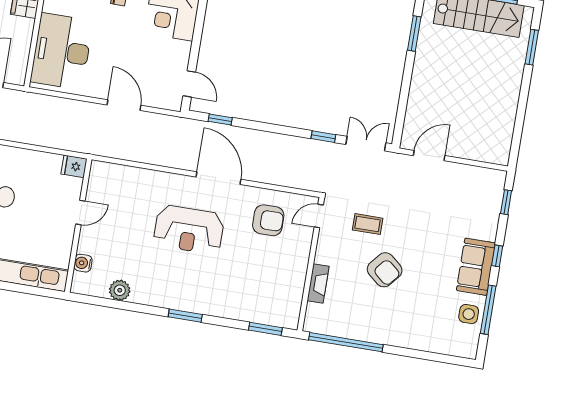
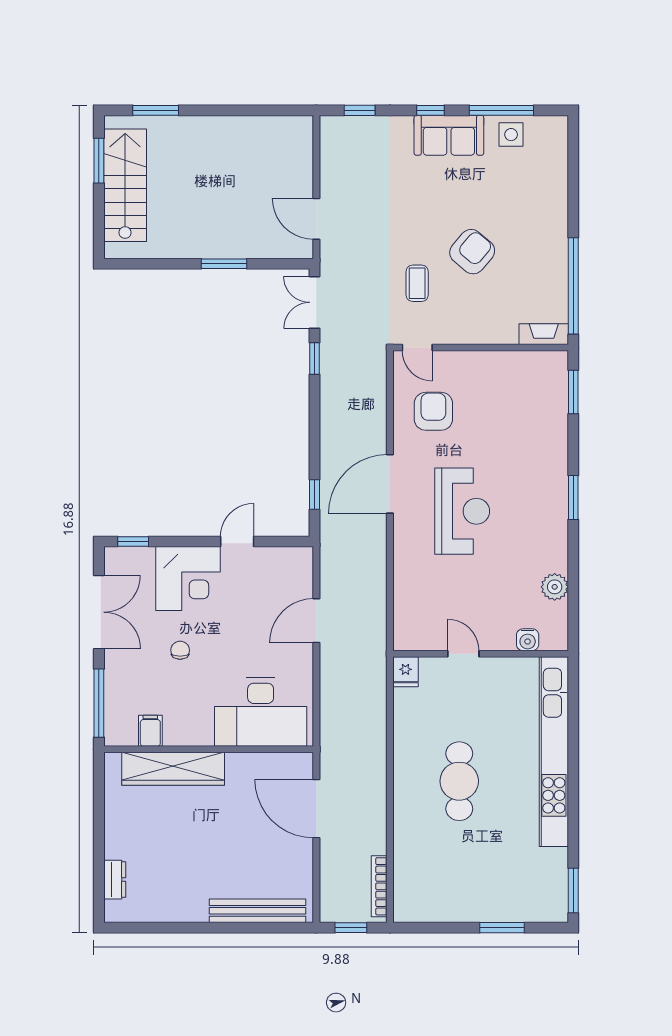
window: (414, 33) -> (224, 264), moved
door: (189, 84) -> (237, 542), moved
fireplace: (318, 284) -> (544, 334), moved

